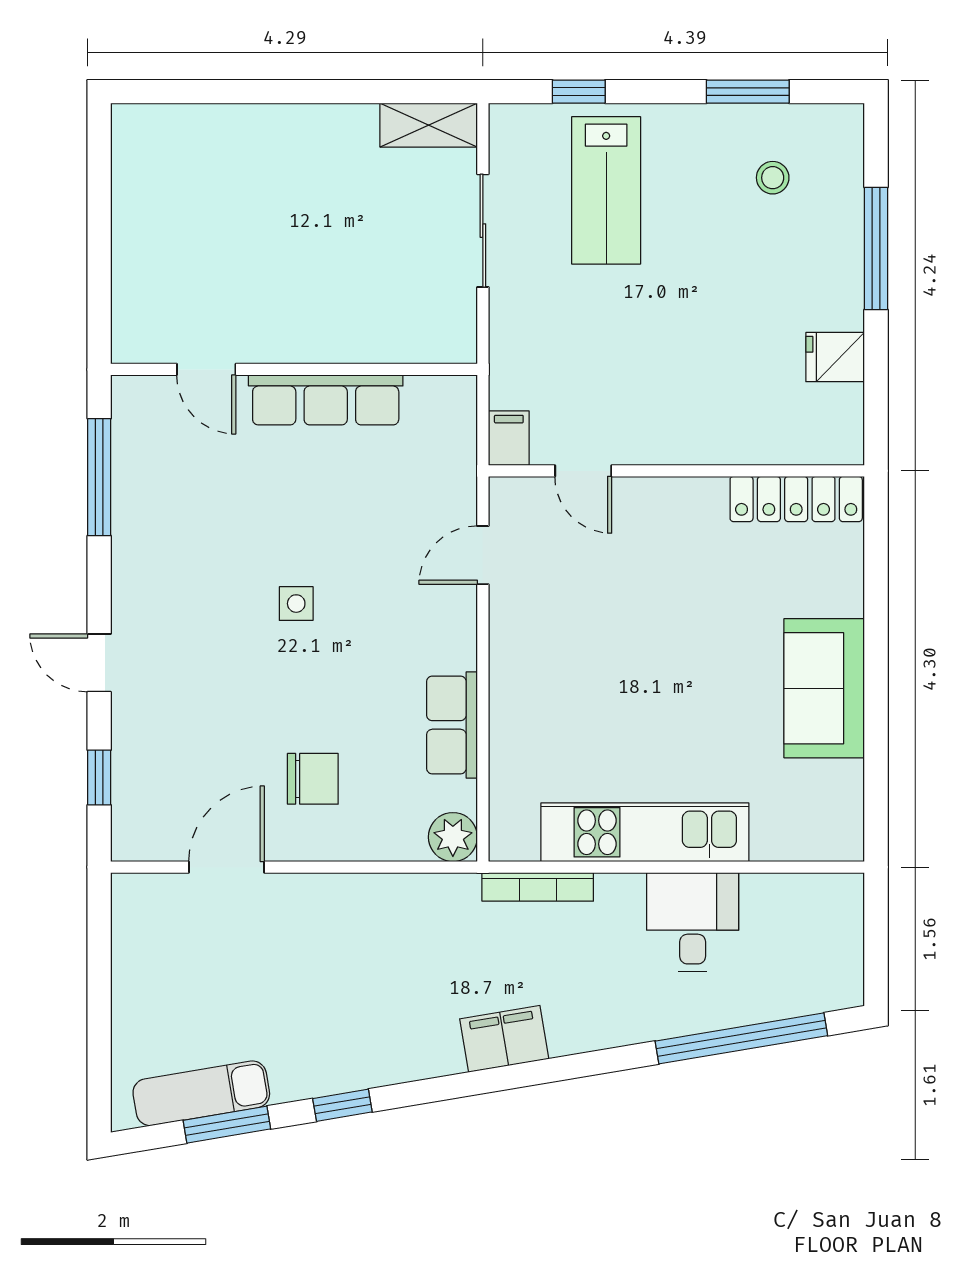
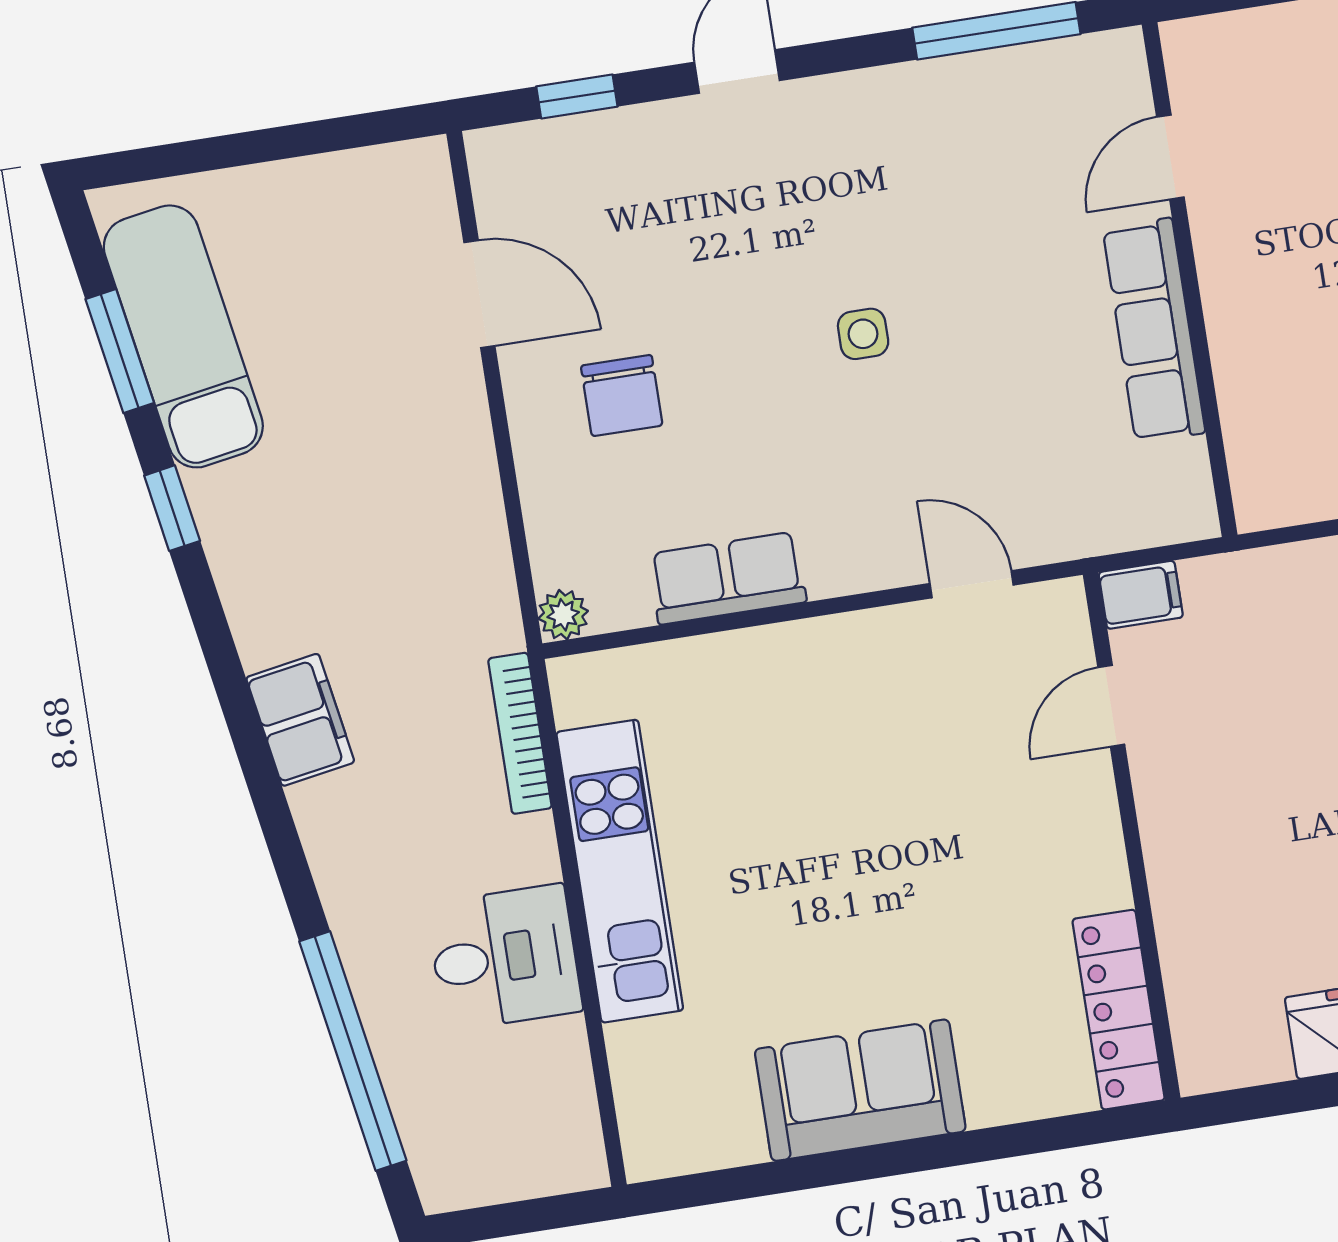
plant: (453, 837) -> (563, 615), width x0.73, depth x0.73
exam couch: (201, 1093) -> (183, 336), width x1.36, depth x1.45

